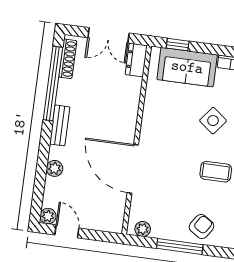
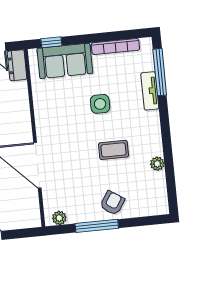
side table: (213, 121) -> (100, 104), turned -38

